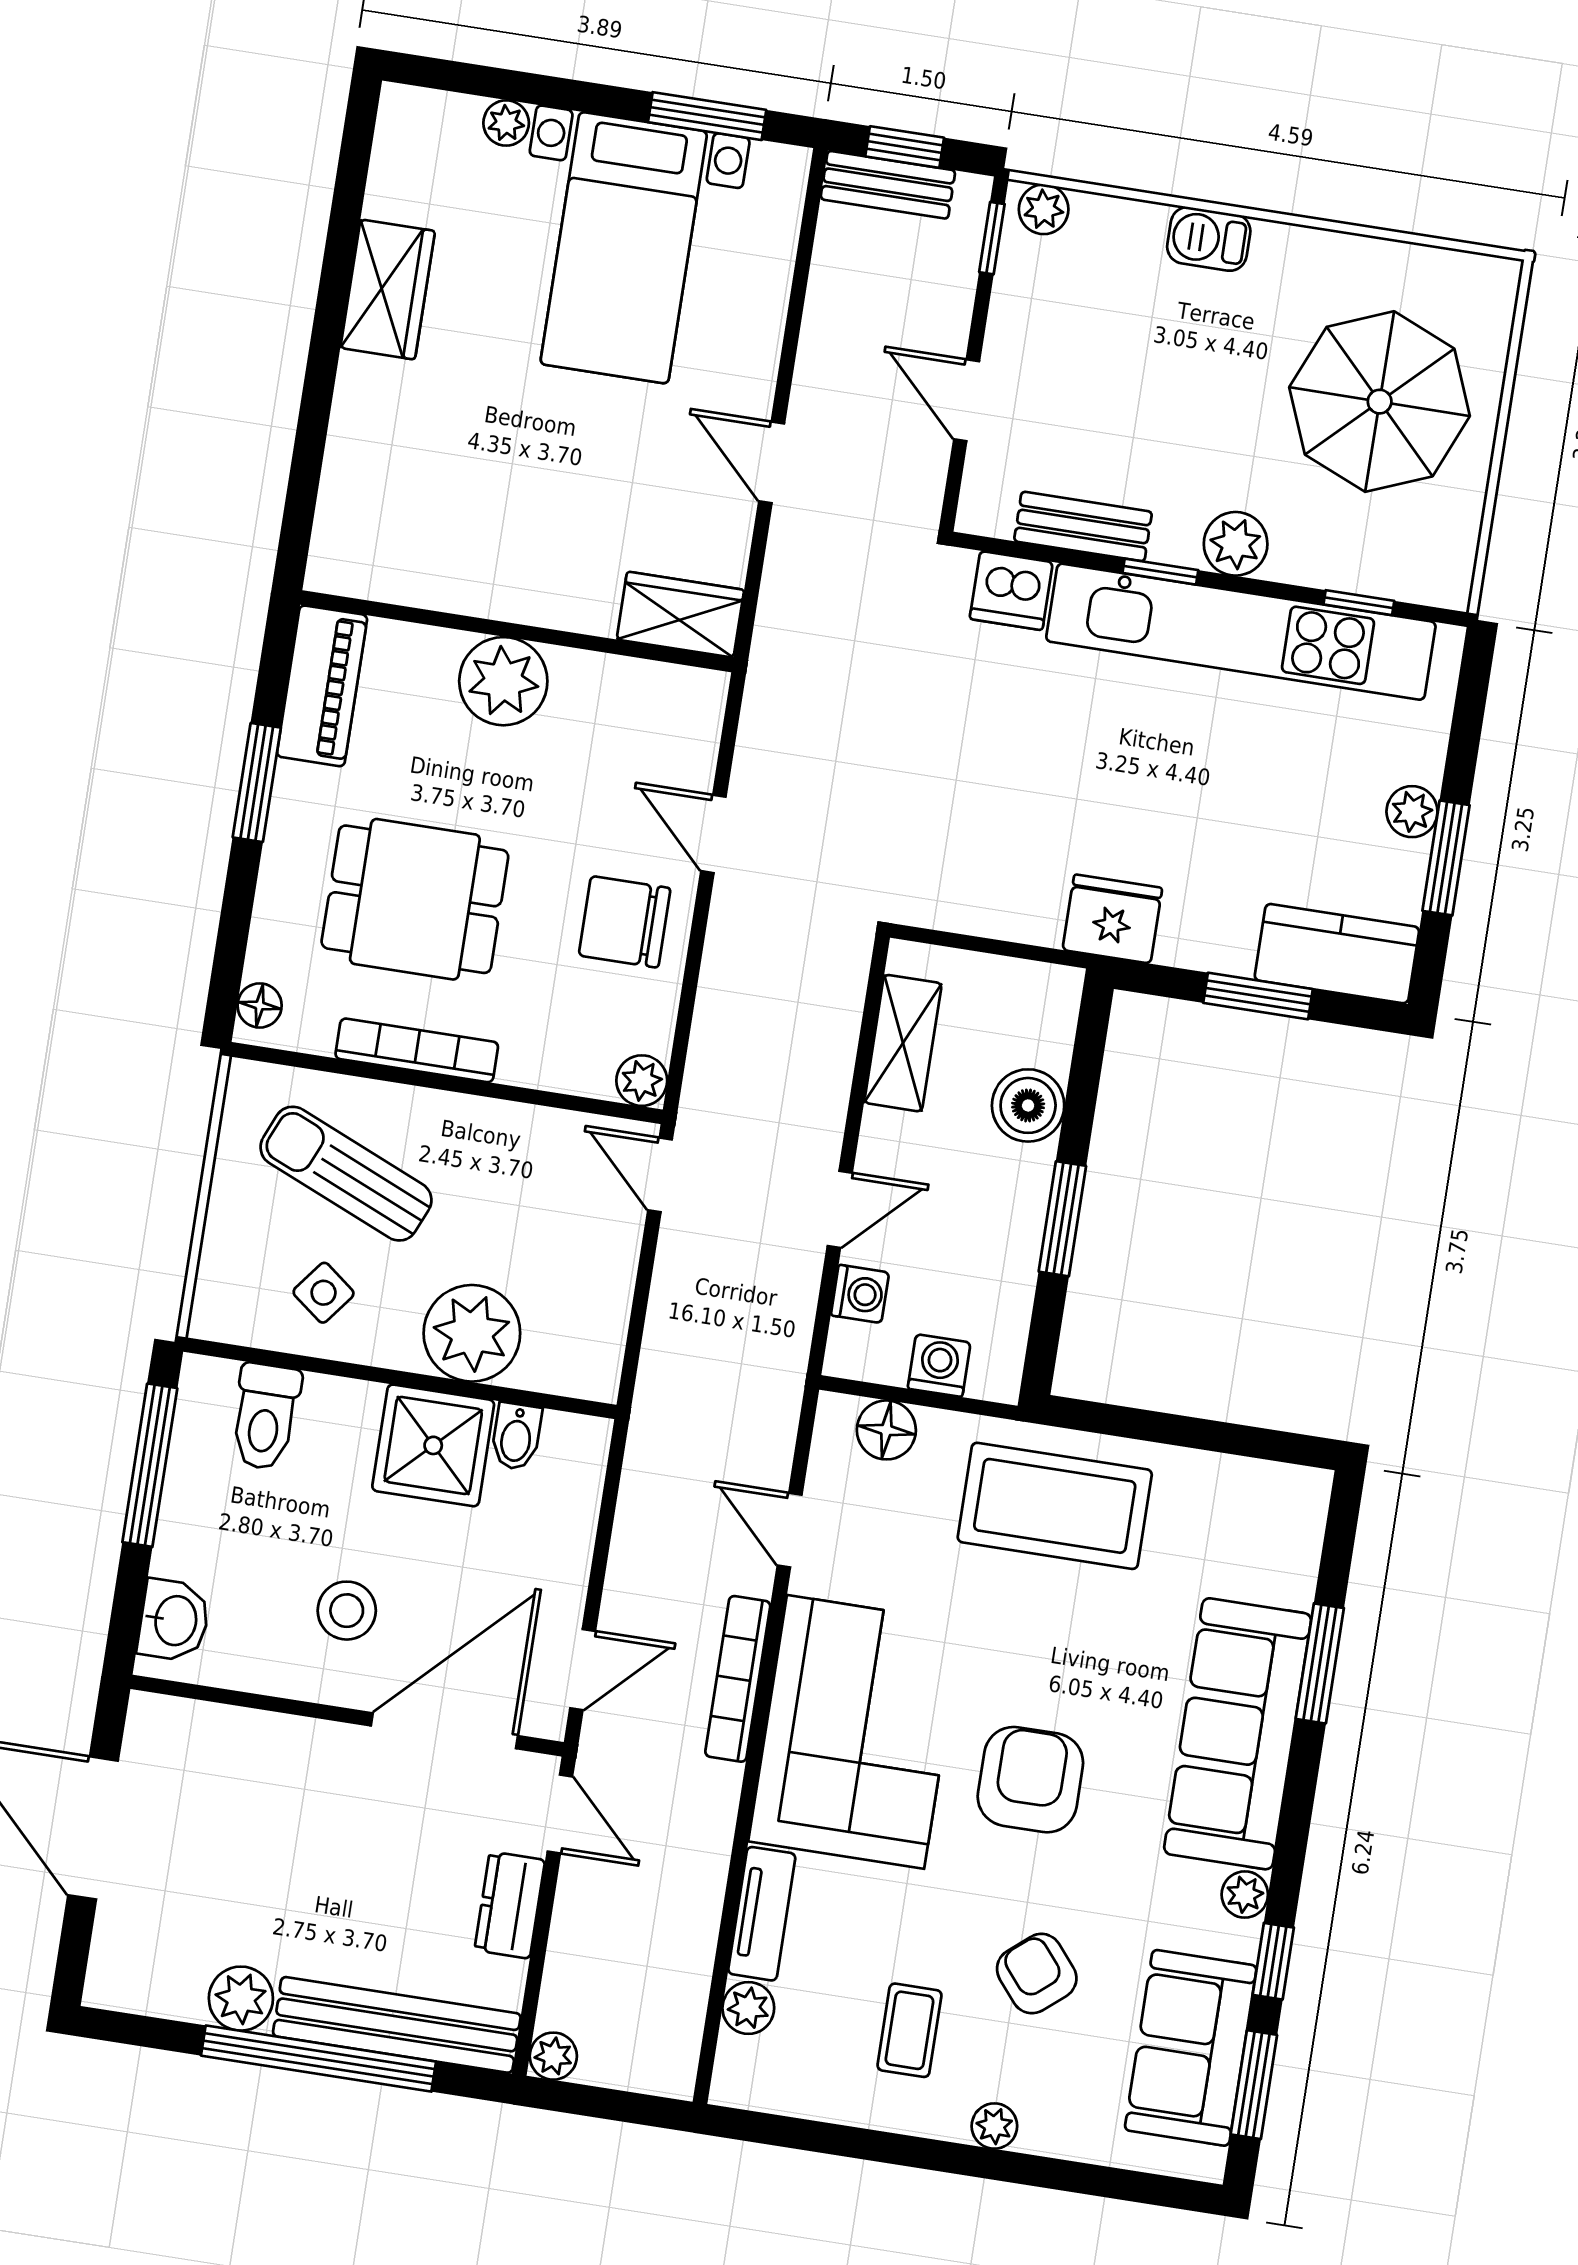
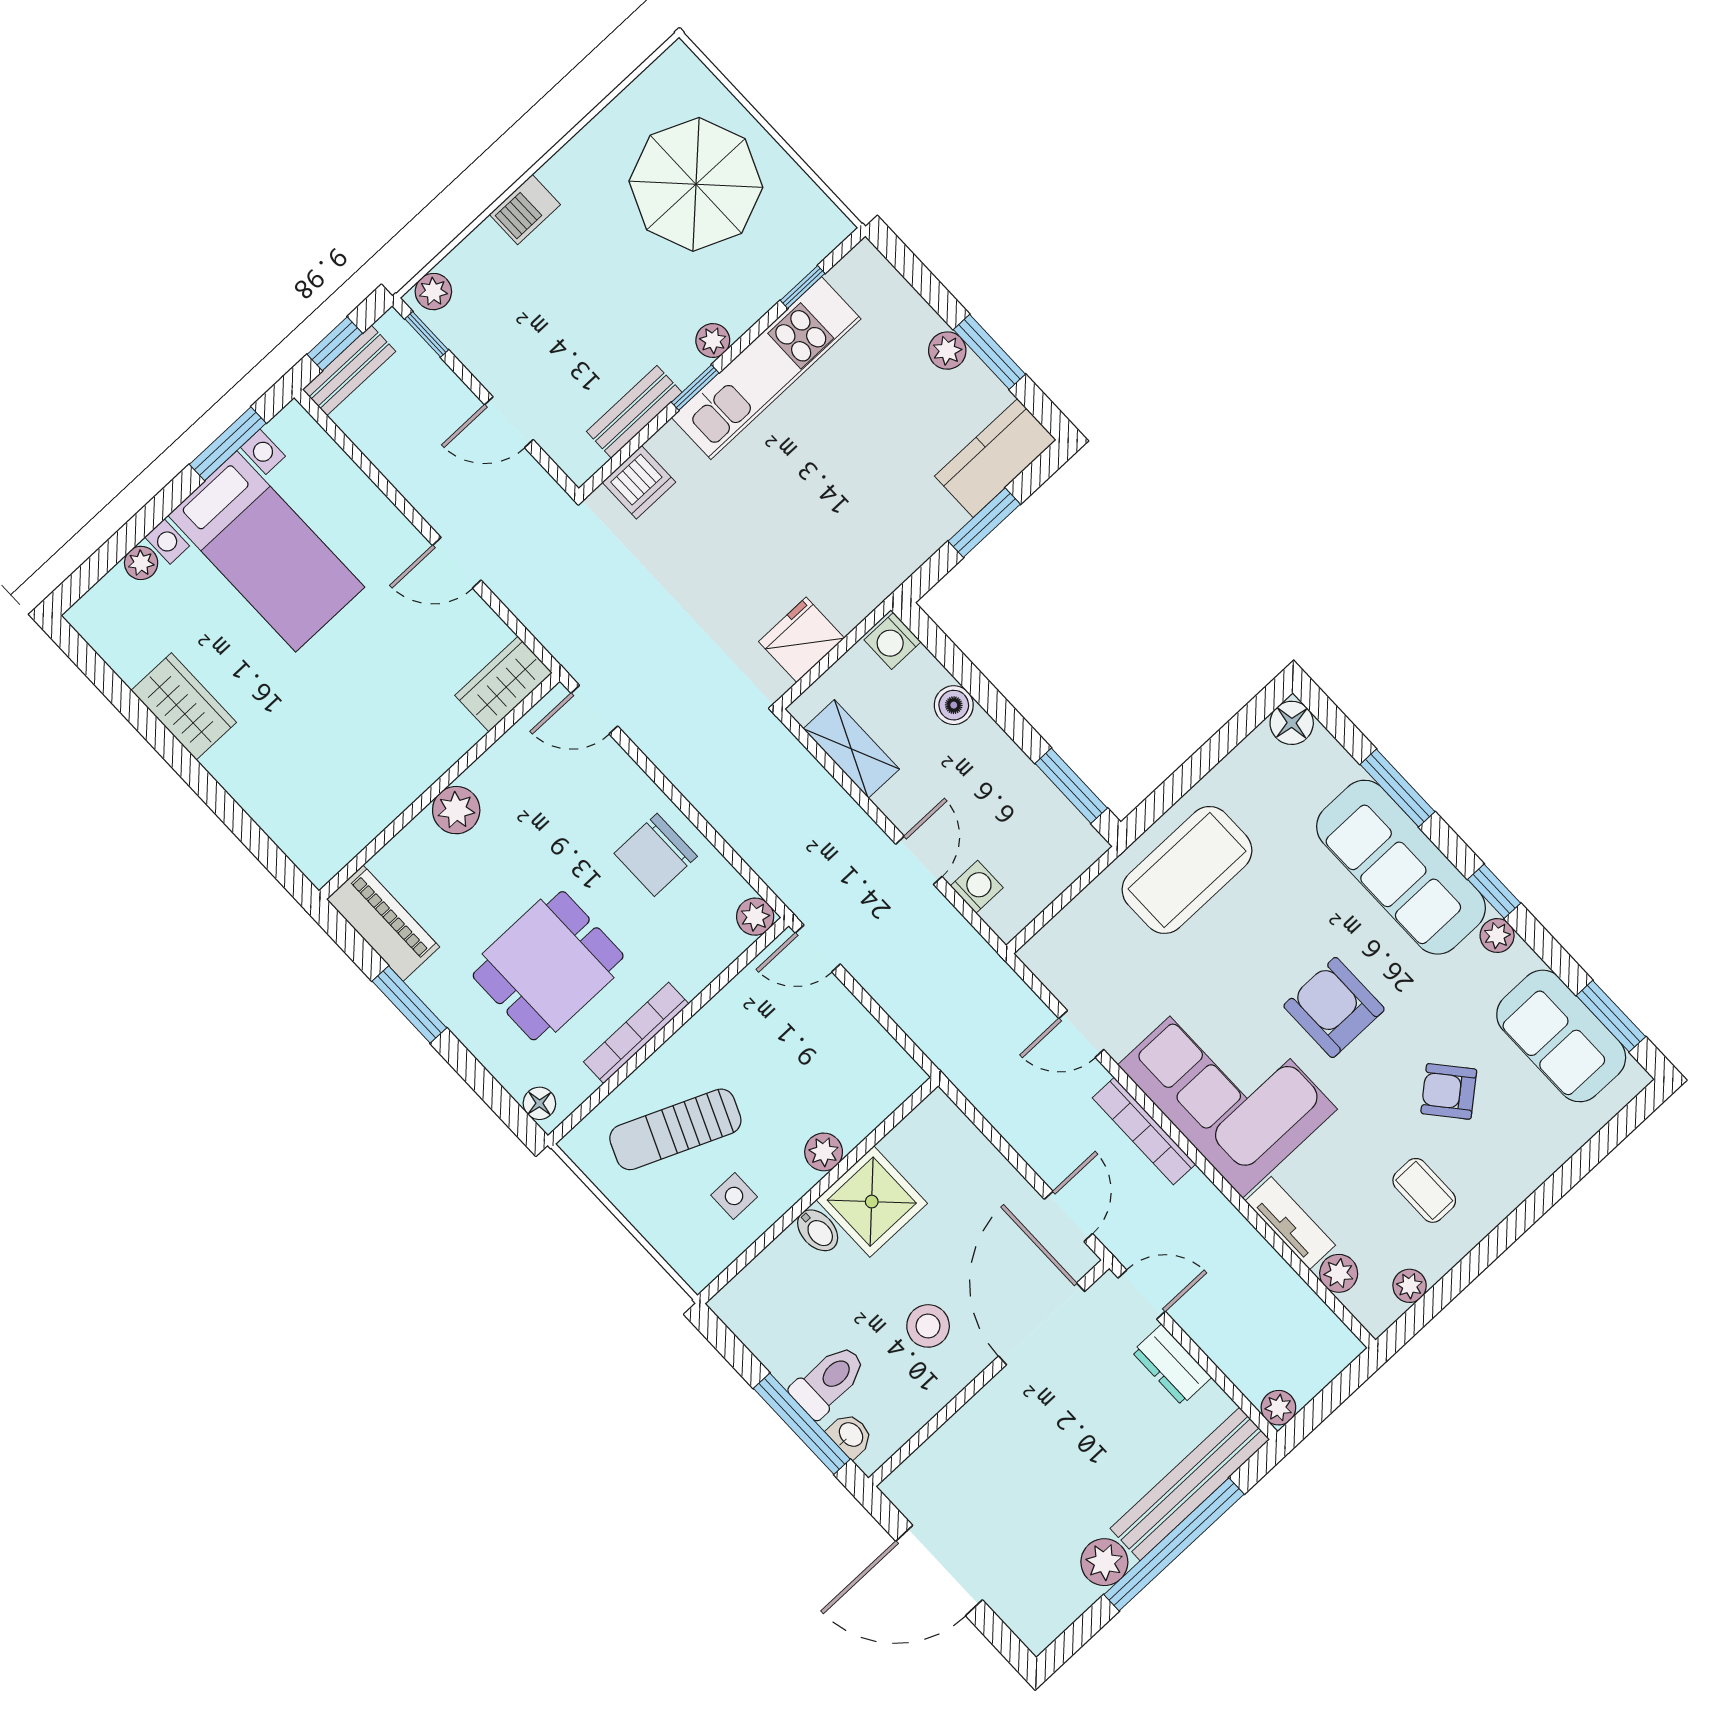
plant: (1236, 544) -> (713, 341), width x0.73, depth x0.73
kitchen unit: (1241, 632) -> (766, 368), width x0.73
plant: (503, 681) -> (456, 810), width x0.73, depth x0.73
door: (713, 834) -> (594, 710), moved
fridge: (1112, 919) -> (802, 640), moved
boiler: (1028, 1105) -> (954, 705), width x0.73, depth x0.73
window: (1062, 1219) -> (1071, 786), moved
side table: (324, 1293) -> (734, 1196), turned -38
plant: (472, 1333) -> (824, 1152), width x0.53, depth x0.53
washing machine: (939, 1366) -> (893, 641), moved, turned -90
toilet: (265, 1417) -> (828, 1381), moved, turned -90
floor lamp: (886, 1430) -> (1292, 723), moved
bidet: (516, 1436) -> (818, 1230), moved
window: (150, 1465) -> (802, 1424), moved
washbasin: (174, 1620) -> (850, 1435), width x0.72, depth x0.69
window: (1273, 1961) -> (1494, 891), moved
plant: (994, 2126) -> (1410, 1286), moved

